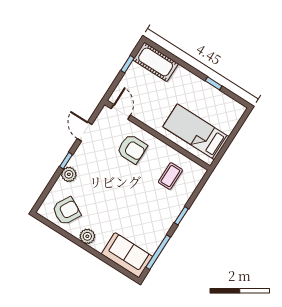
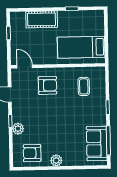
cot: (156, 62) -> (42, 19), moved
armchair: (66, 211) -> (32, 153), turned -119
sofa: (127, 255) -> (97, 143), moved, turned -90

